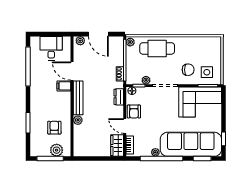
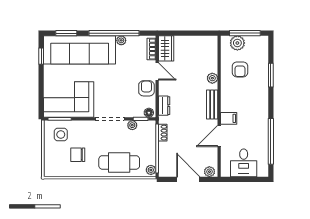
chair: (188, 70) -> (78, 155), moved
door: (72, 71) -> (219, 136), swing flipped
bench: (78, 98) -> (212, 105), width x0.73

